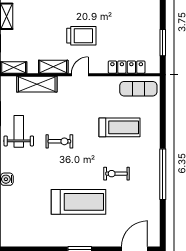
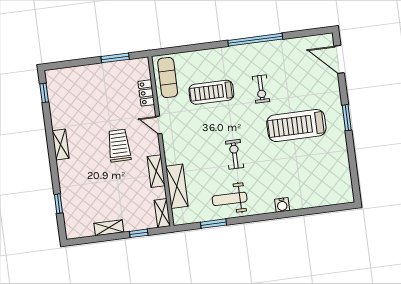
locker: (127, 67) -> (146, 93), width x0.66
door: (80, 75) -> (159, 125), moved
treadmill: (119, 127) -> (211, 92), turned -90
treadmill: (79, 202) -> (296, 126), turned -90

